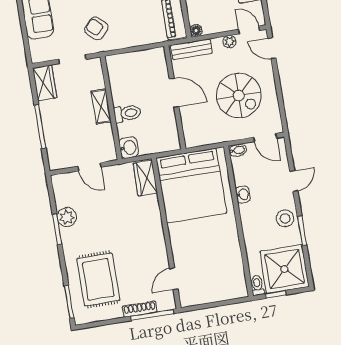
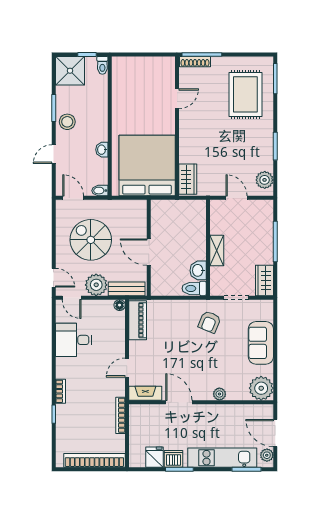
armchair: (96, 28) -> (209, 322), turned 69
plant: (229, 42) -> (96, 285), width x1.87, depth x1.87
toilet: (127, 113) -> (194, 288), moved
washbasin: (129, 148) -> (198, 270), moved
plant: (67, 217) -> (265, 180), moved
shower: (284, 269) -> (70, 71), width x0.73, depth x0.73
door: (174, 279) -> (177, 99), moved
shoe rack: (140, 309) -> (195, 62), moved

